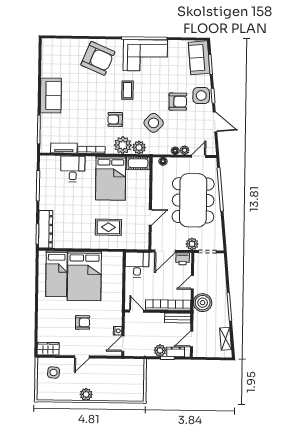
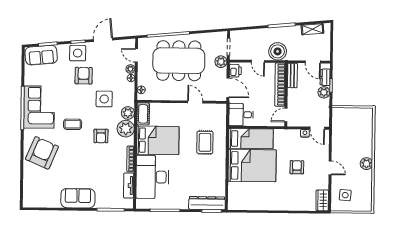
side table: (154, 123) -> (104, 99), turned 45
desk: (73, 169) -> (152, 177), width x1.87, depth x1.30
bed: (56, 274) -> (251, 139), moved

